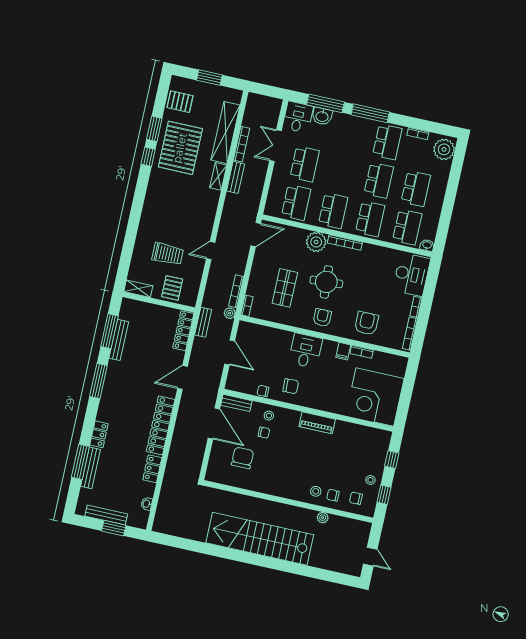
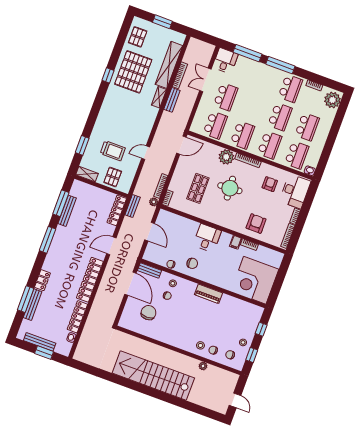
pallet: (180, 102) -> (138, 37), turned 90
washbasin: (322, 116) -> (244, 62), removed
window: (154, 129) -> (82, 145), moved
armchair: (322, 318) -> (270, 184), moved
locker: (152, 469) -> (77, 317), width x1.53

